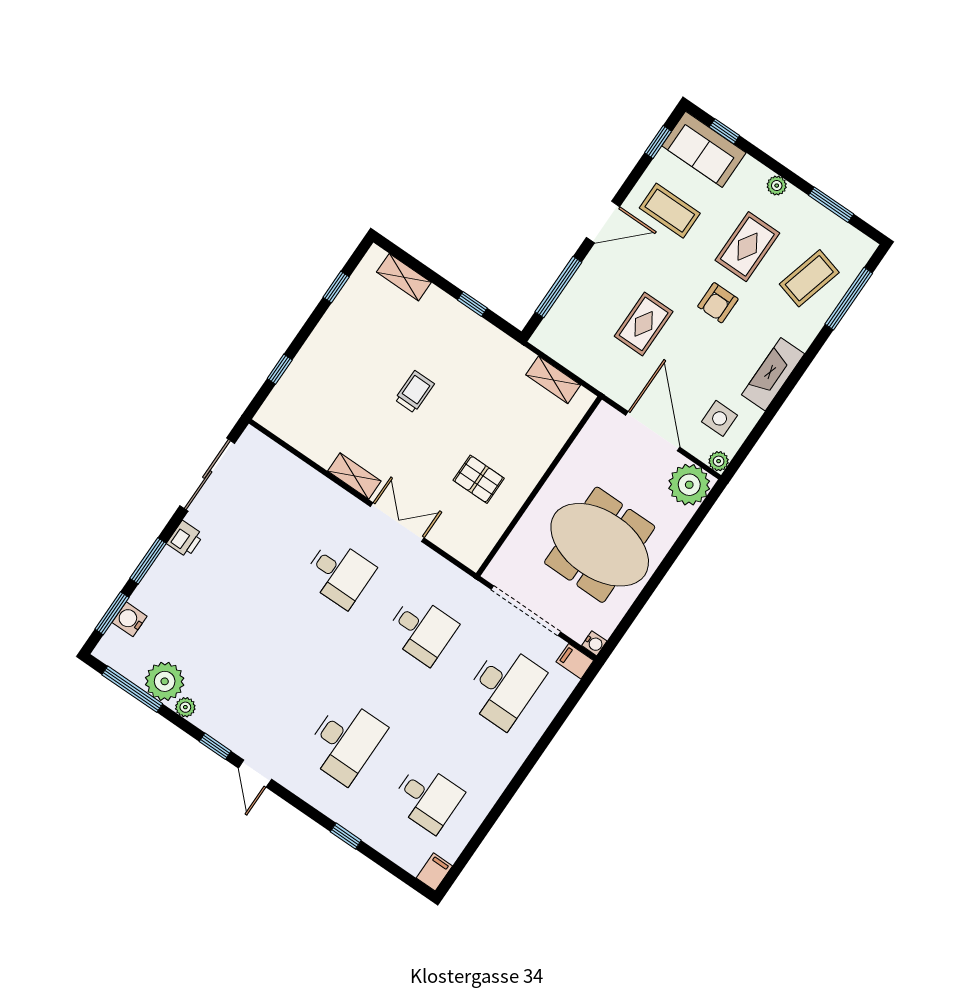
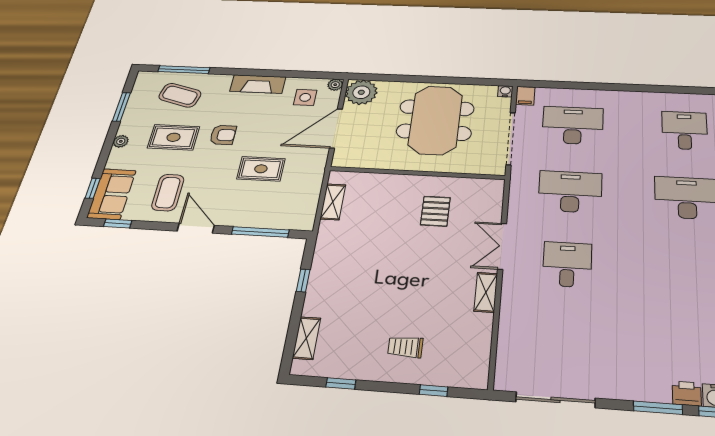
trolley: (415, 392) -> (405, 347), moved
printer: (185, 539) -> (687, 394), moved
desk: (422, 630) -> (570, 192), width x1.37

